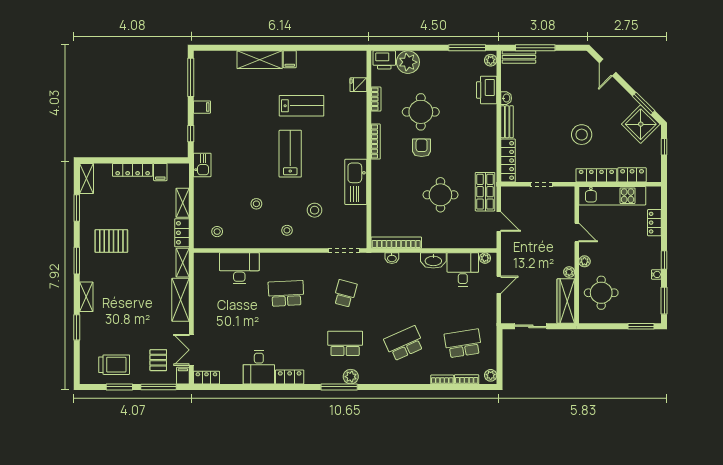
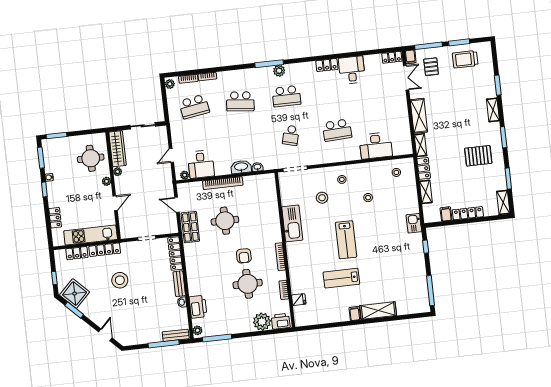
filing cabinet: (202, 107) -> (419, 268), removed
door: (577, 233) -> (115, 203), swing flipped
bookcase: (396, 243) -> (223, 183), moved
washbasin: (433, 260) -> (241, 167), moved
school desk: (404, 343) -> (240, 101), turned 30
window: (339, 387) -> (269, 64), moved

